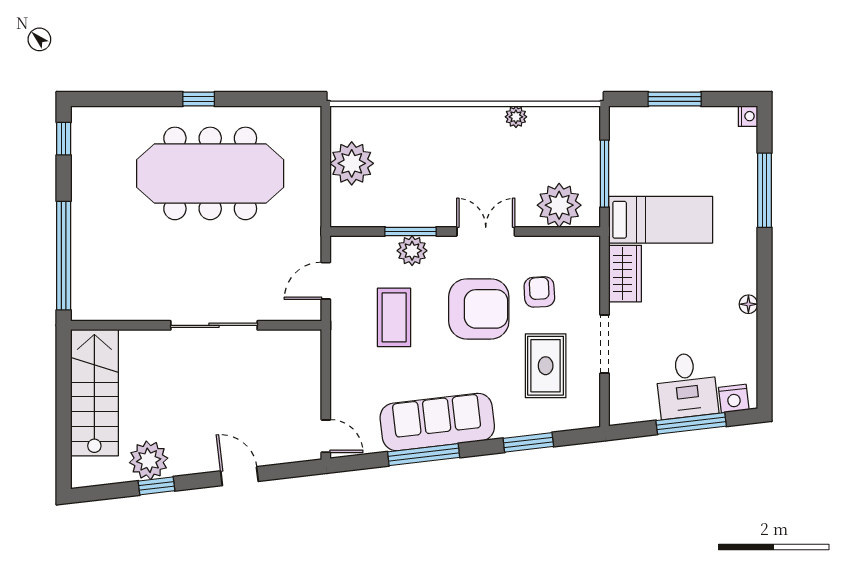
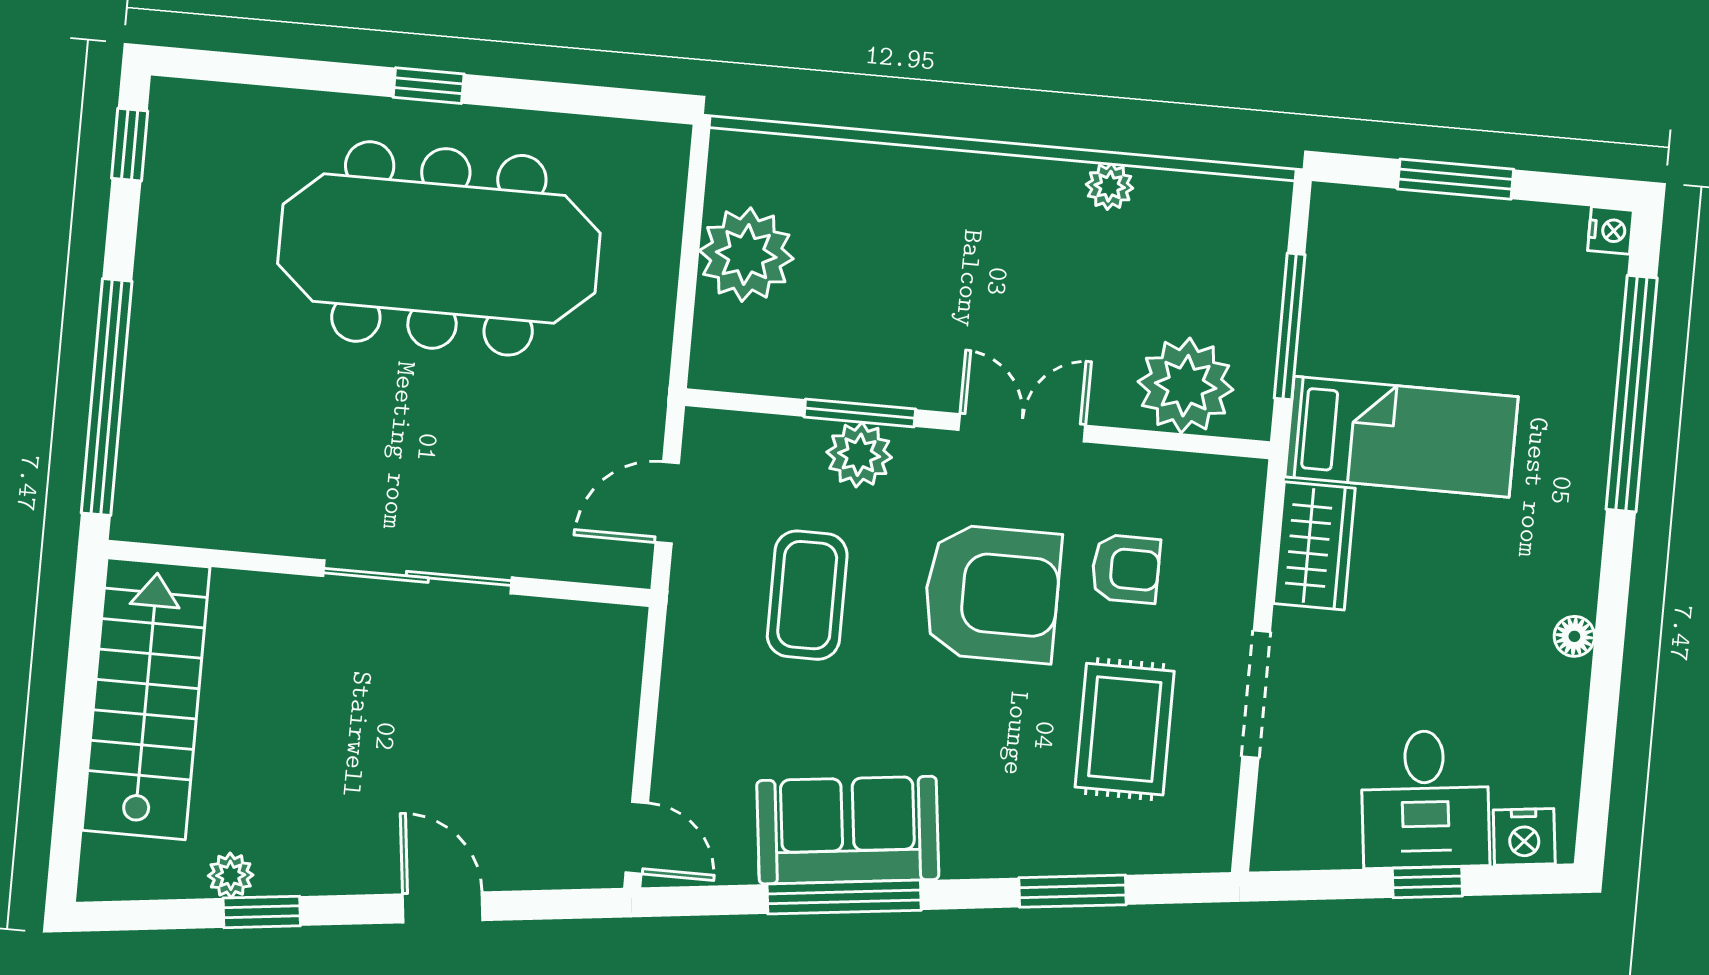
window: (765, 190) -> (1632, 394), width x1.46
armchair: (539, 292) -> (1126, 569), turned 93
sofa: (437, 422) -> (848, 830), width x0.73
window: (691, 423) -> (1427, 882), width x0.46
plant: (149, 460) -> (231, 875), width x0.53, depth x0.53

